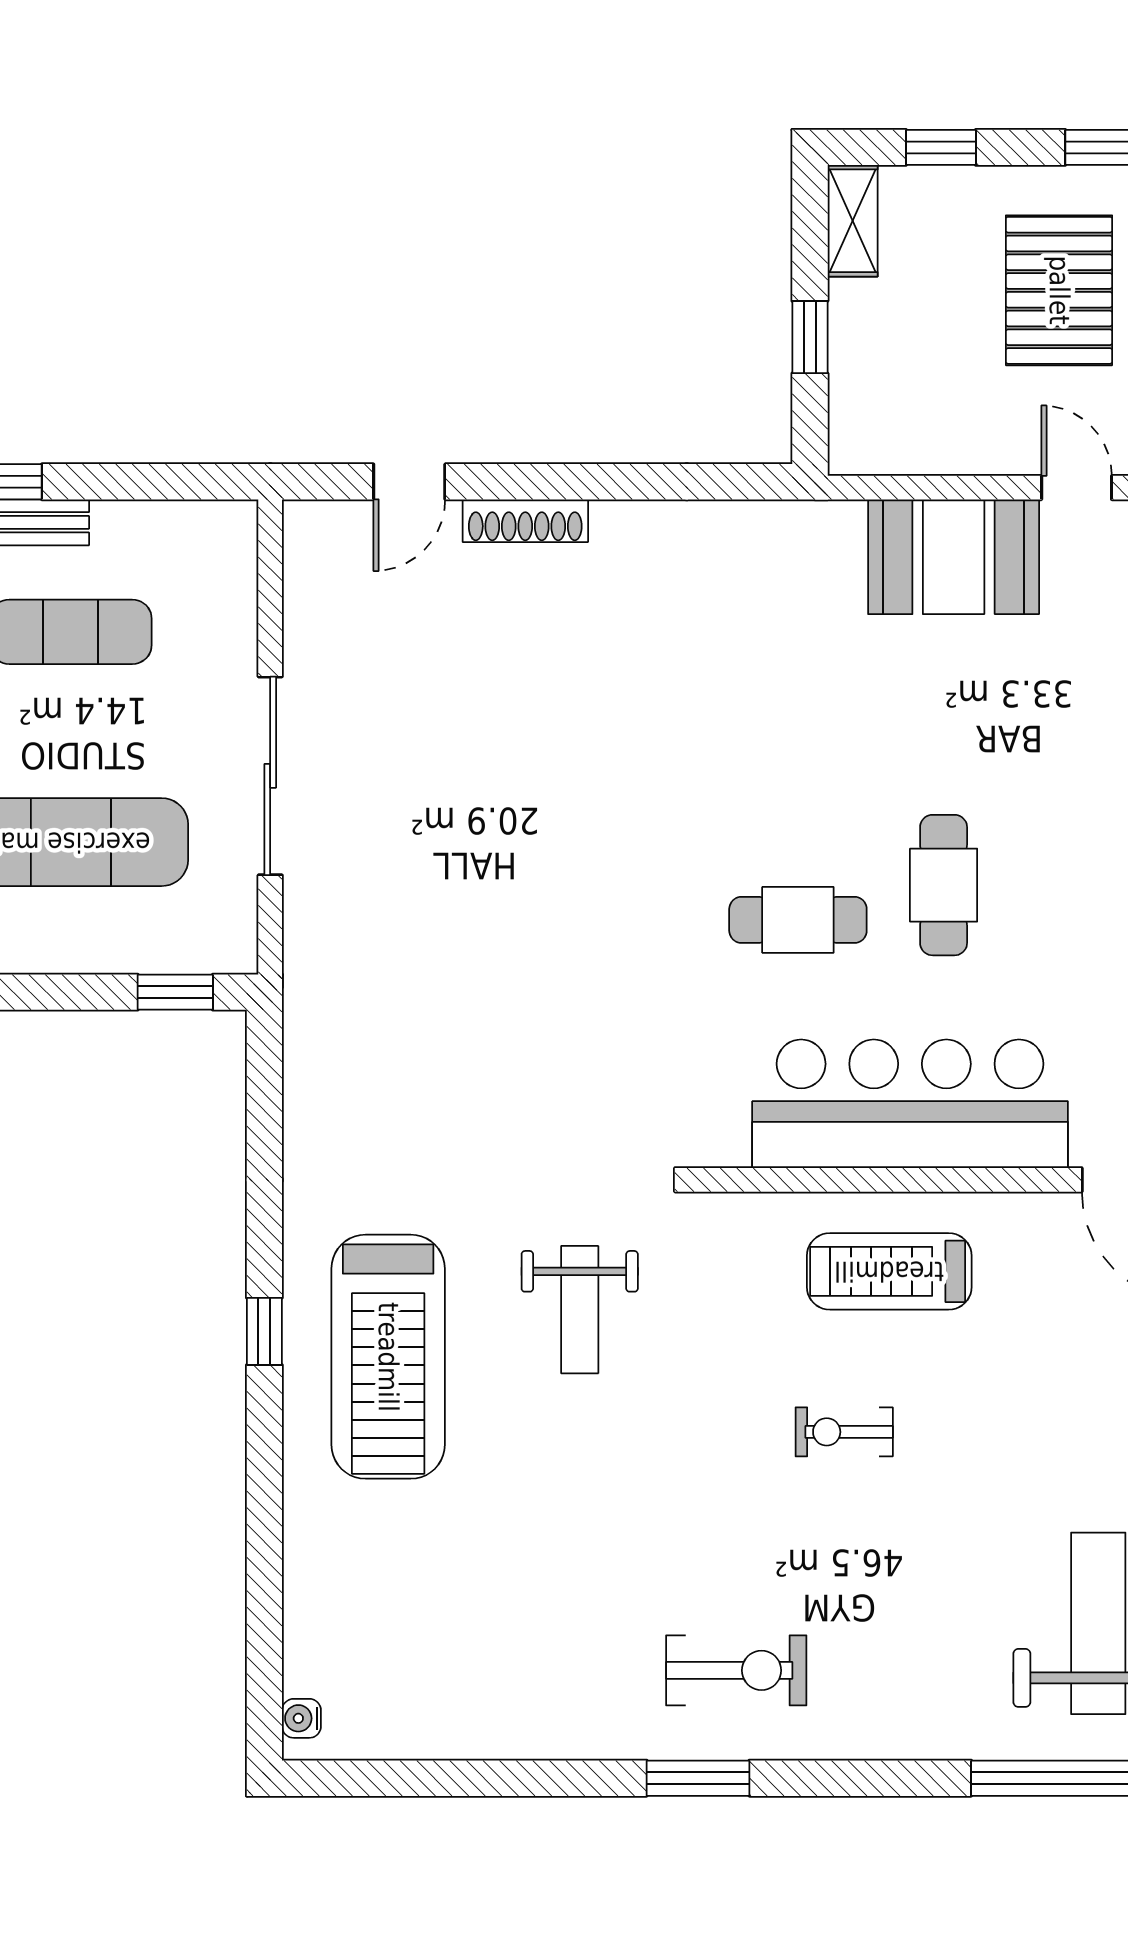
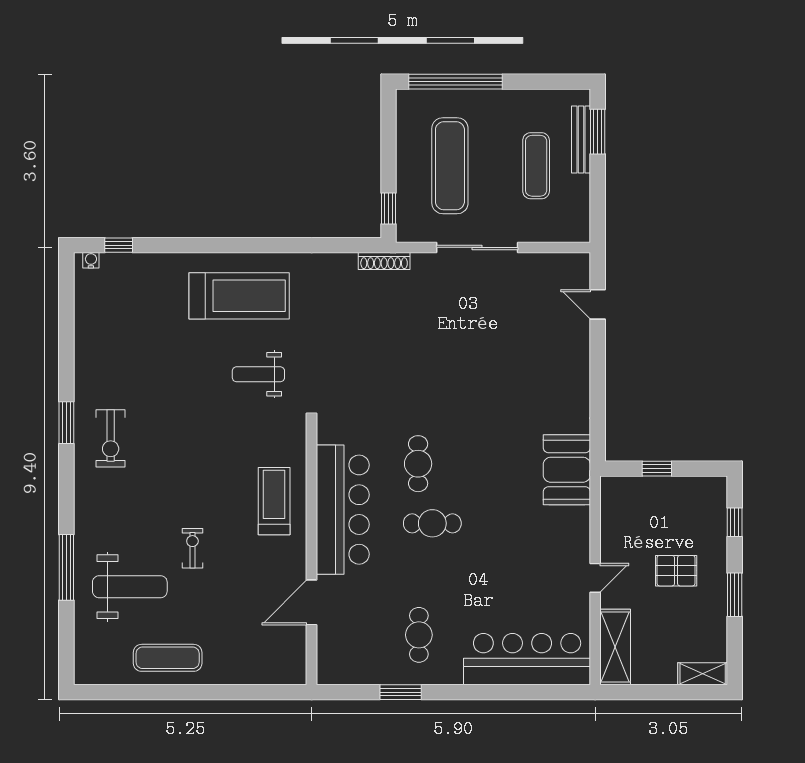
shelving: (853, 221) -> (705, 486), removed
pallet: (1059, 290) -> (676, 571), width x0.67, depth x0.71
shoe rack: (525, 521) -> (384, 261), moved, turned -90
booth: (954, 557) -> (567, 470), moved
window: (264, 1331) -> (119, 245), moved
treadmill: (388, 1357) -> (239, 296), turned 180
exercise bike: (844, 1432) -> (192, 548), moved

